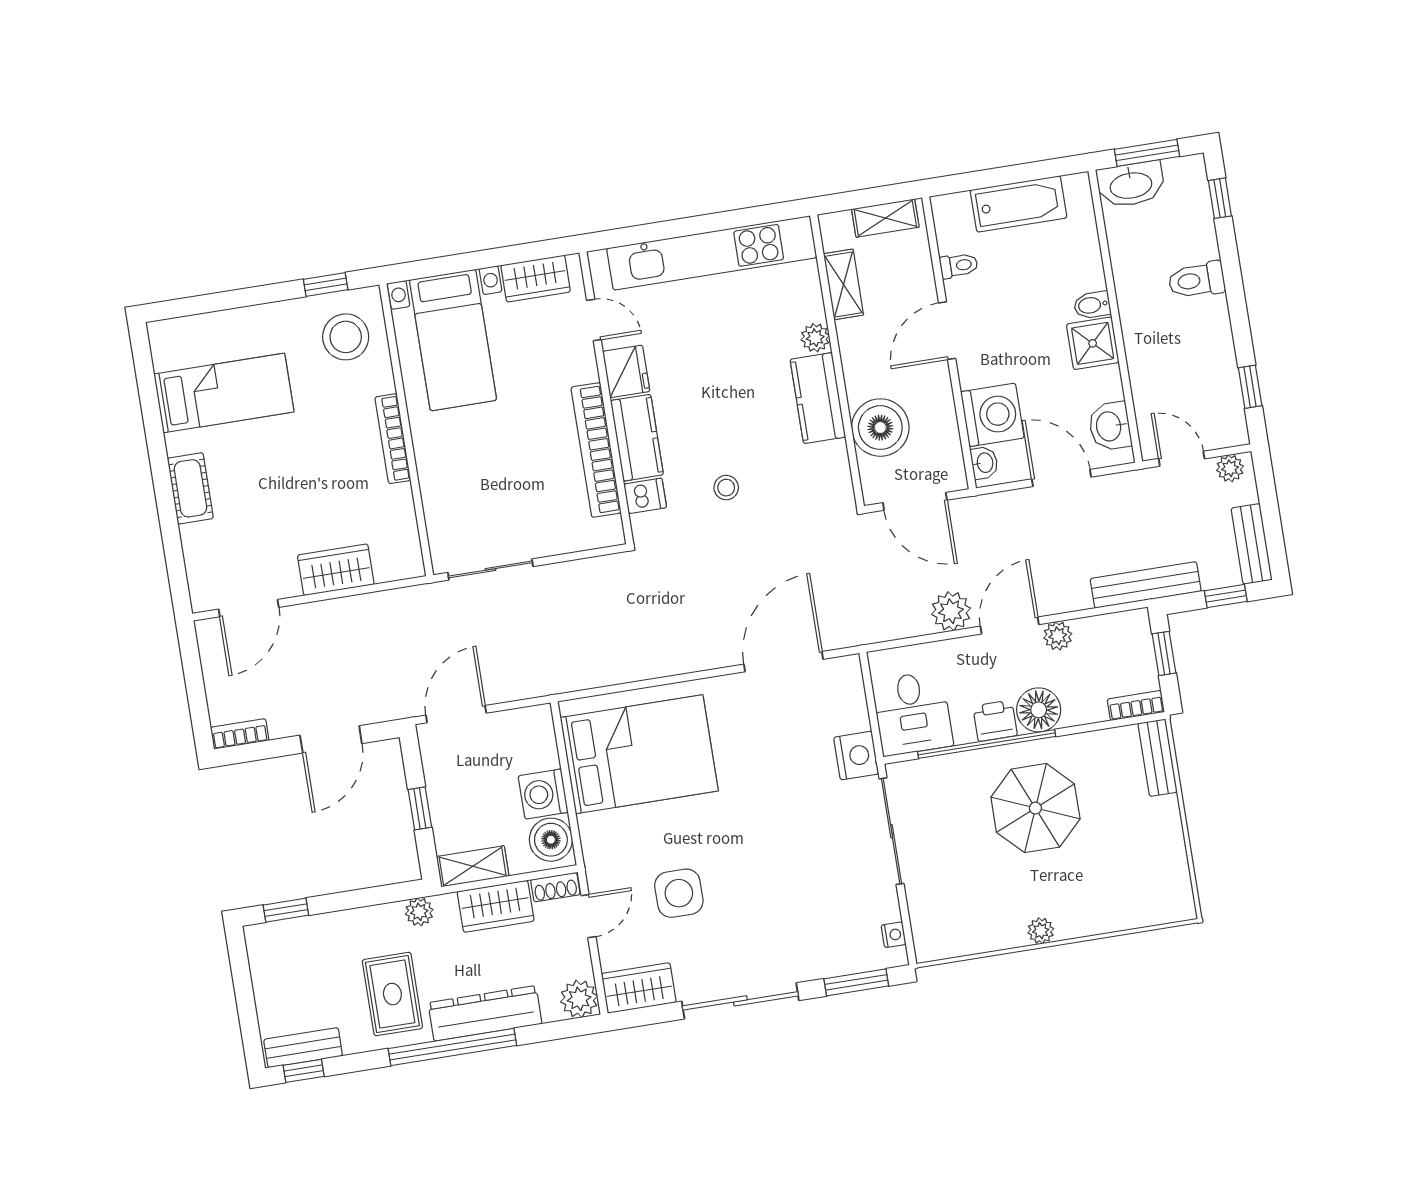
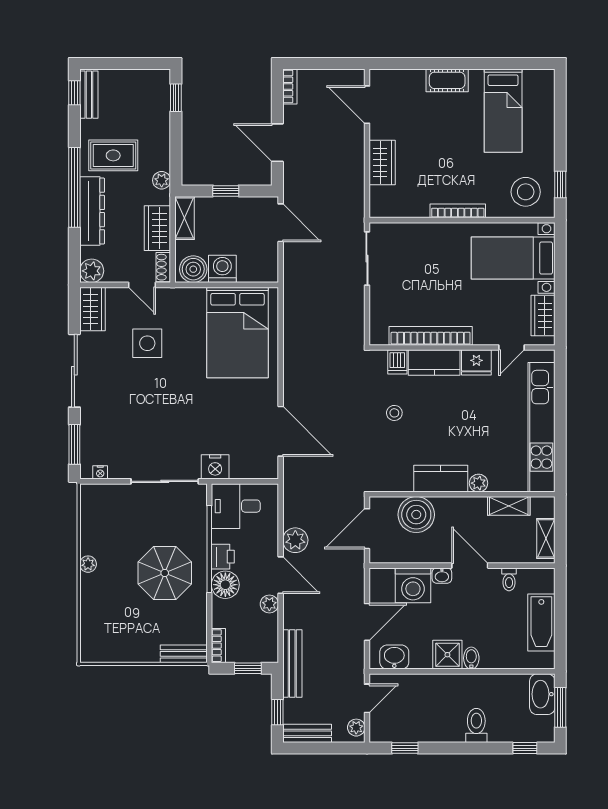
washbasin: (984, 463) -> (442, 576), moved

